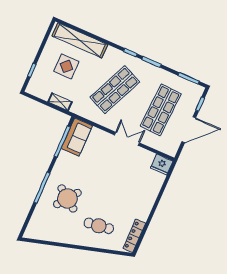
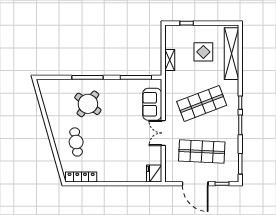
shop shelf: (115, 90) -> (202, 103), turned -45
sofa: (77, 137) -> (152, 104), moved, turned 90
double door: (127, 139) -> (163, 133), swing flipped

